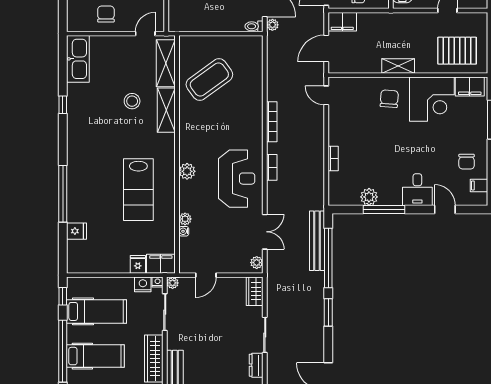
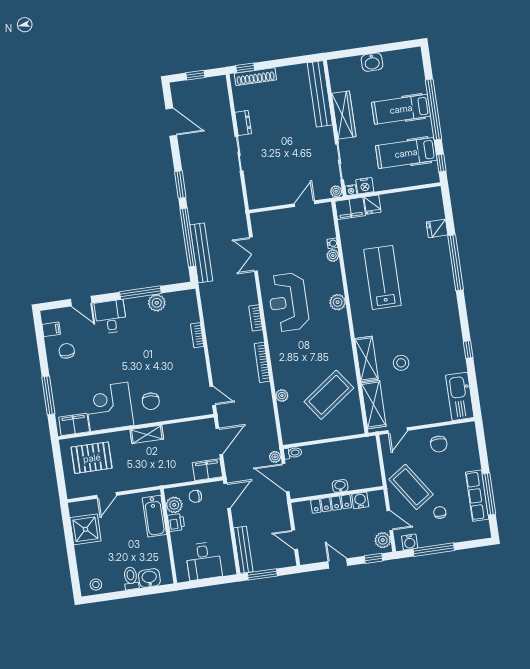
plant: (257, 263) -> (282, 396), moved
wardrobe: (255, 291) -> (255, 195), removed

